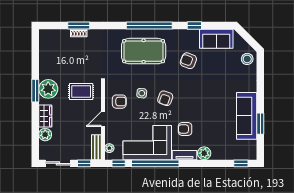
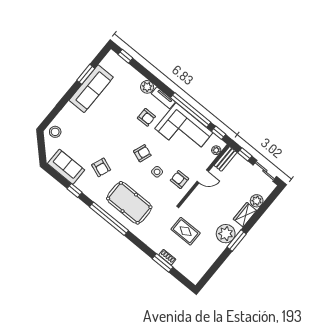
rug: (81, 91) -> (186, 231), moved

